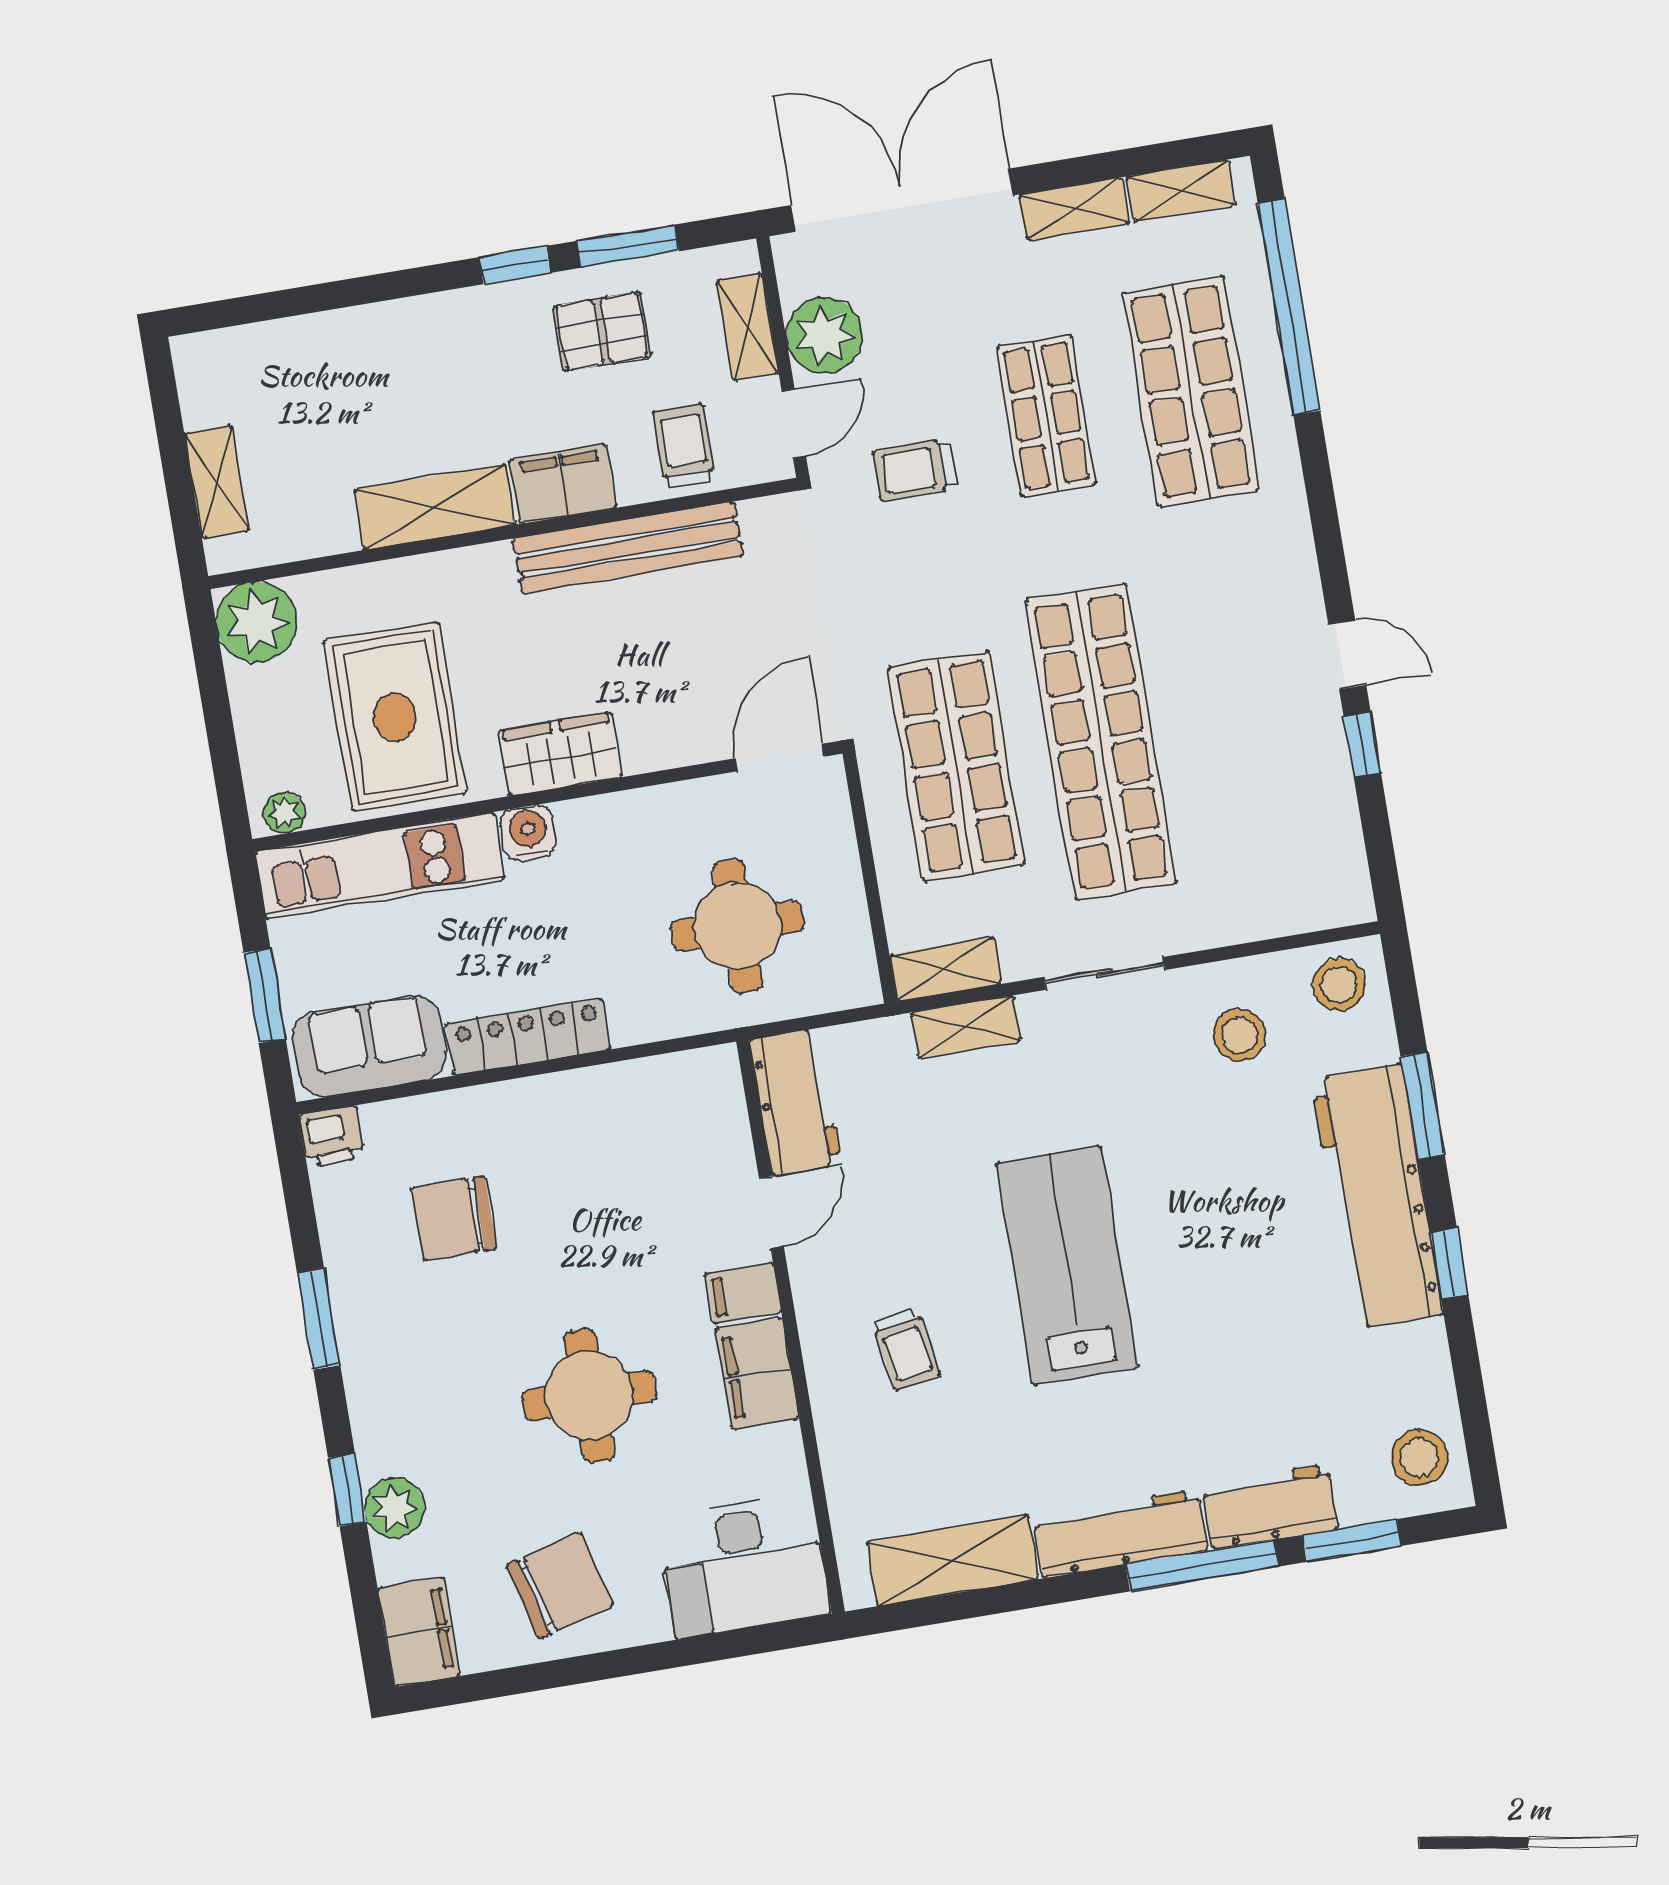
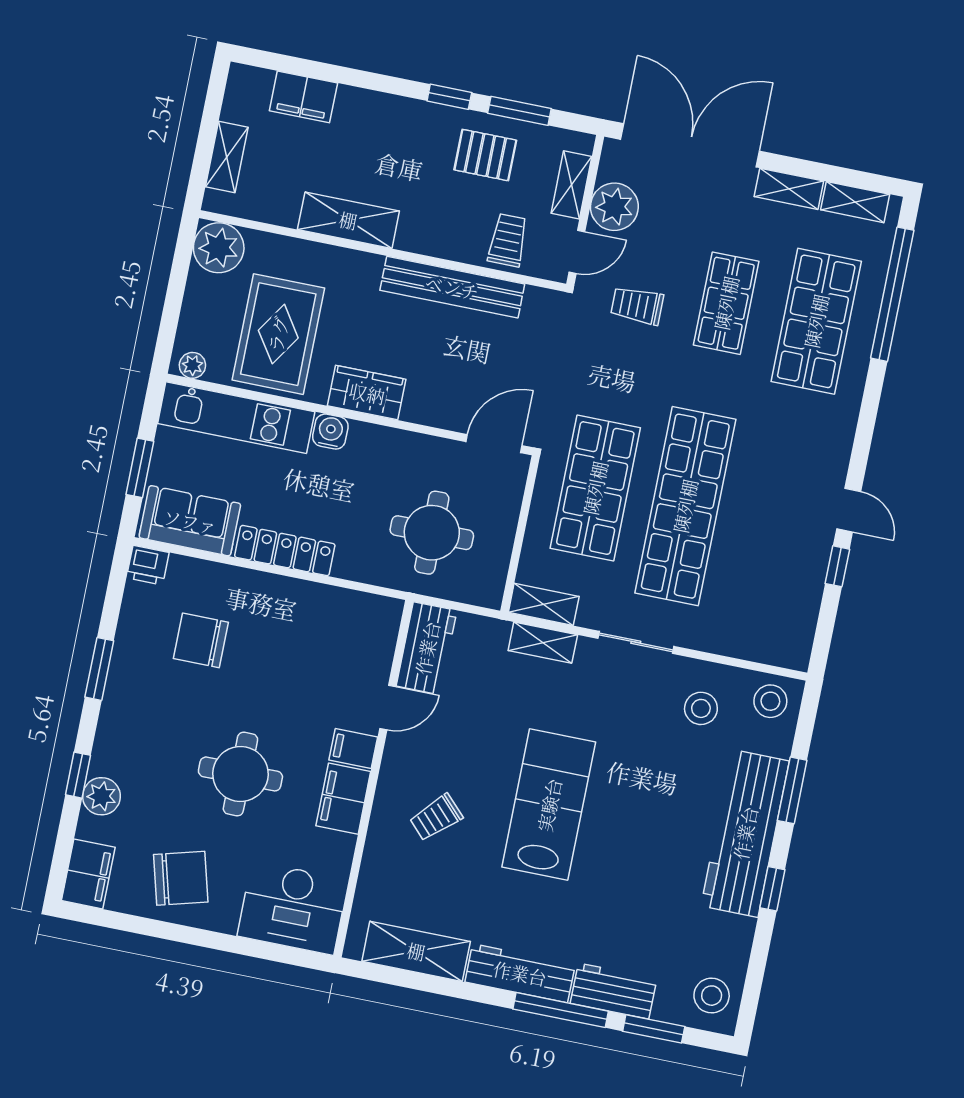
filing cabinet: (563, 484) -> (303, 97), moved, turned 180
trolley: (906, 1349) -> (436, 818), turned 56

